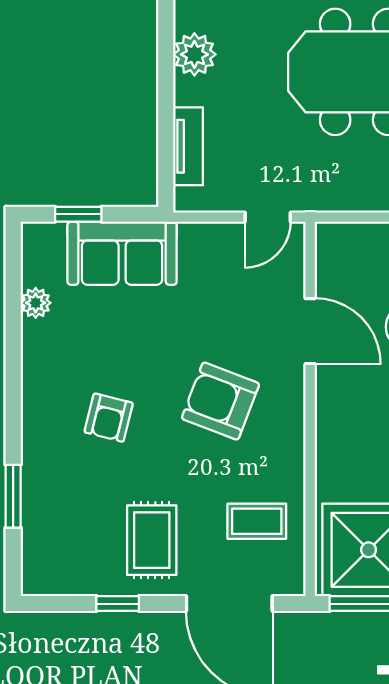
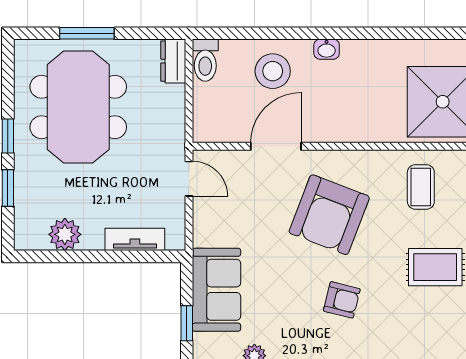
armchair: (220, 401) -> (329, 215), width x1.36, depth x1.36

